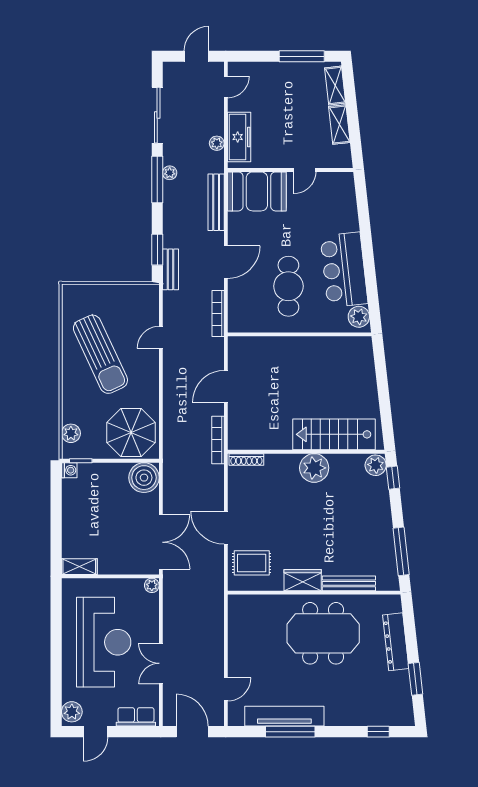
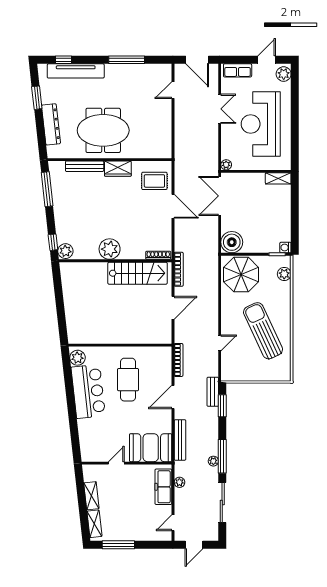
stairs: (334, 434) -> (138, 273), moved
tv unit: (284, 716) -> (76, 71), moved

